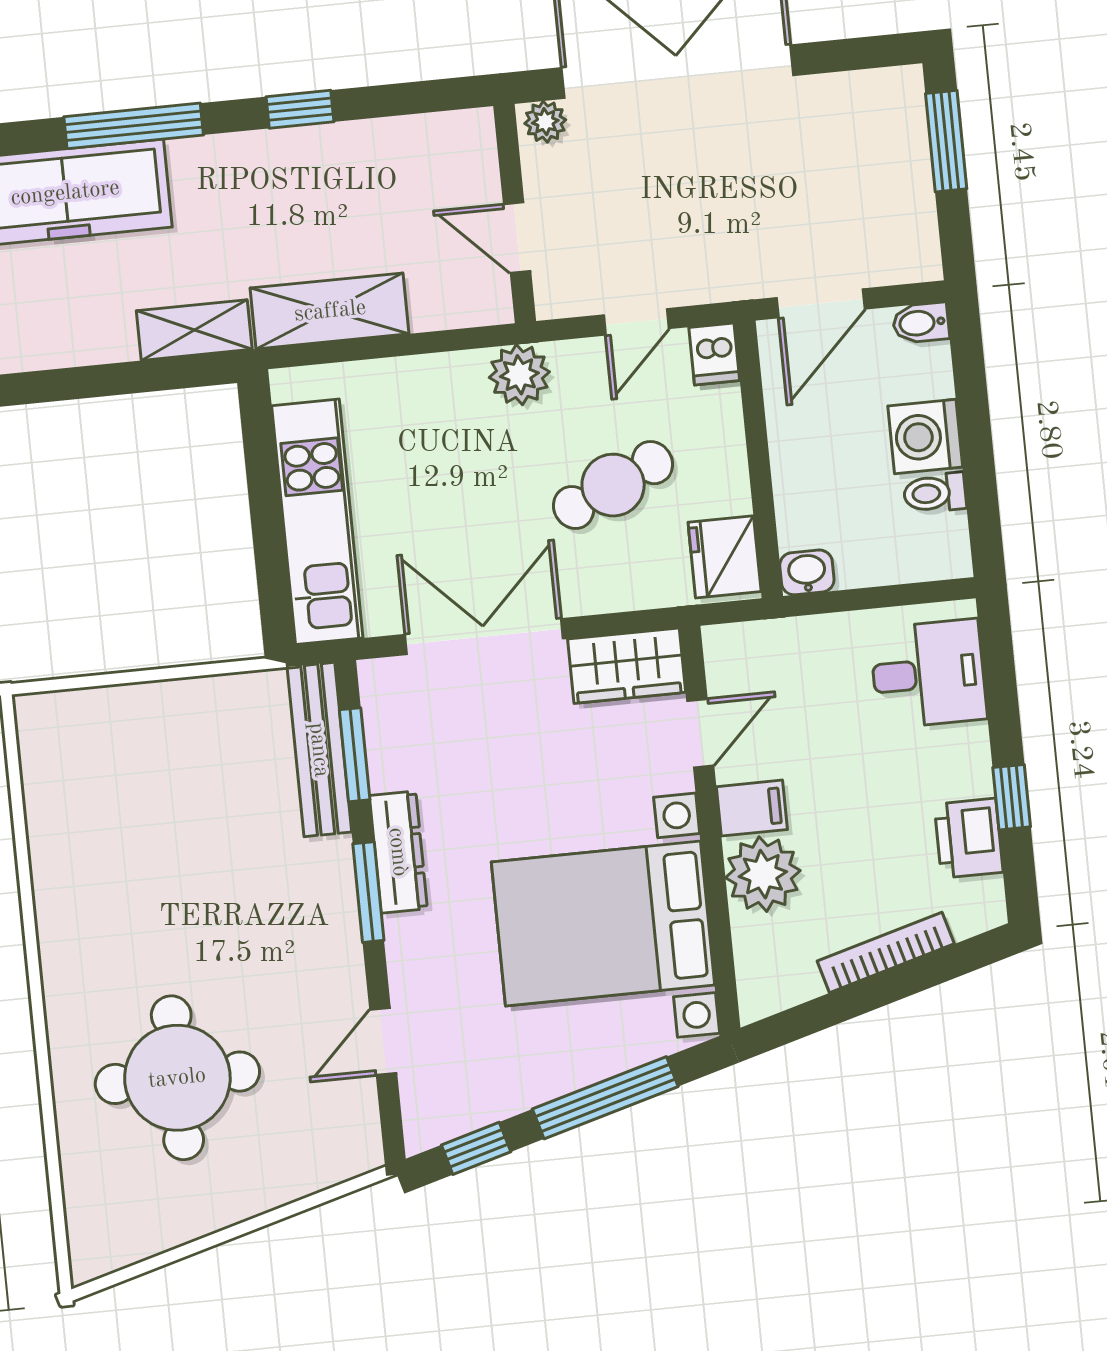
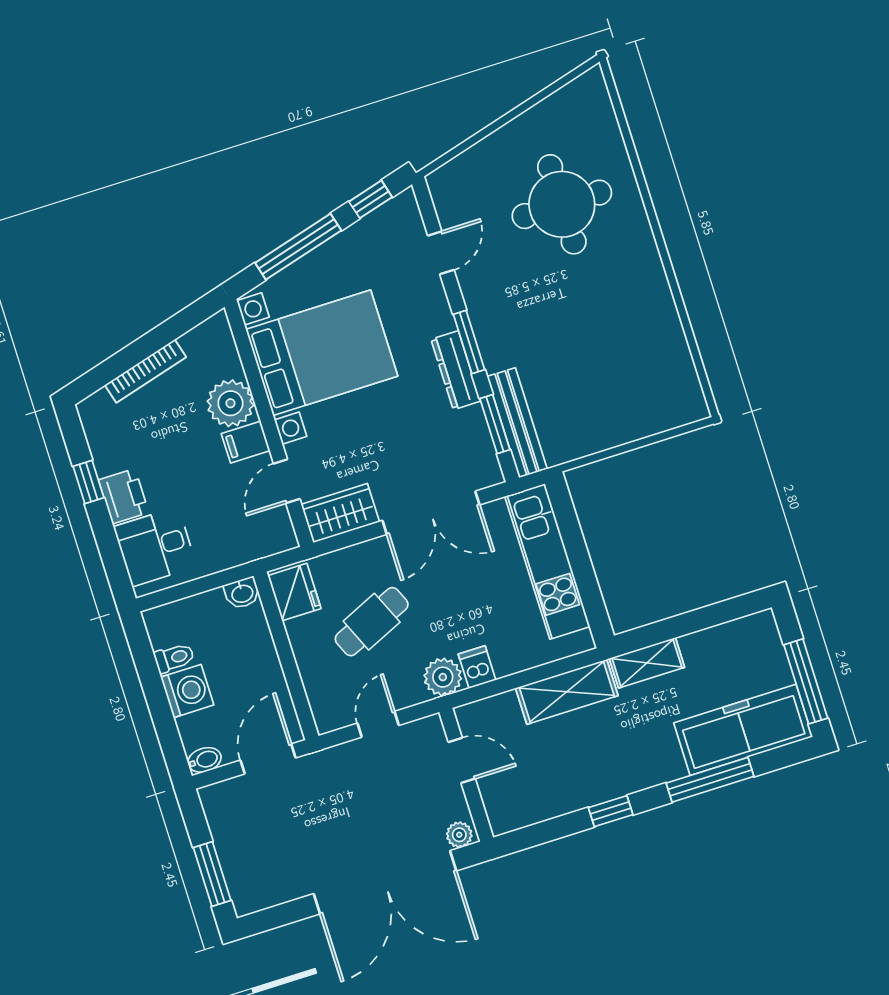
dishwasher: (714, 354) -> (477, 667), moved
printer: (969, 838) -> (124, 496), moved

